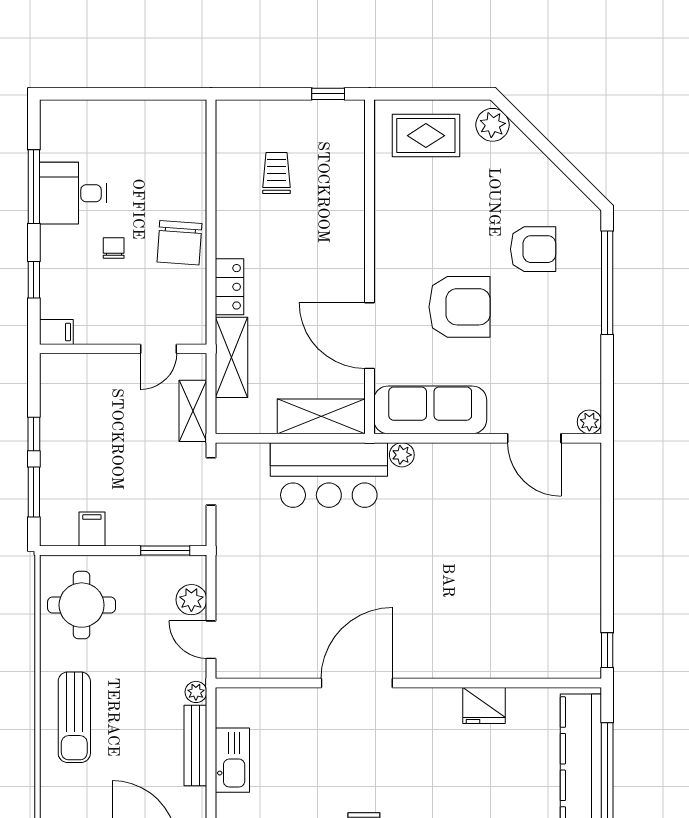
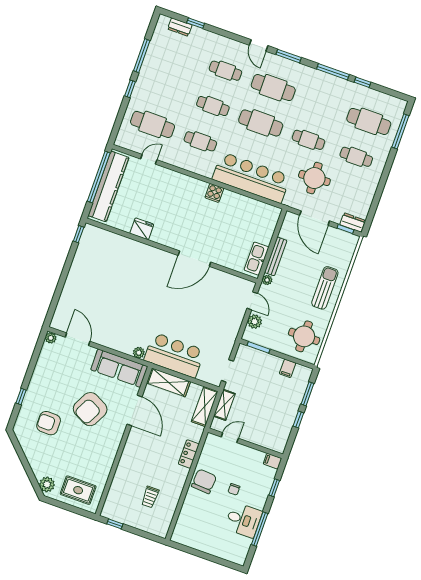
window: (607, 283) -> (21, 397), width x0.32
armchair: (459, 307) -> (90, 409), turned -63
shelving: (231, 357) -> (205, 406), moved
kitchen sink: (232, 760) -> (257, 259), moved

